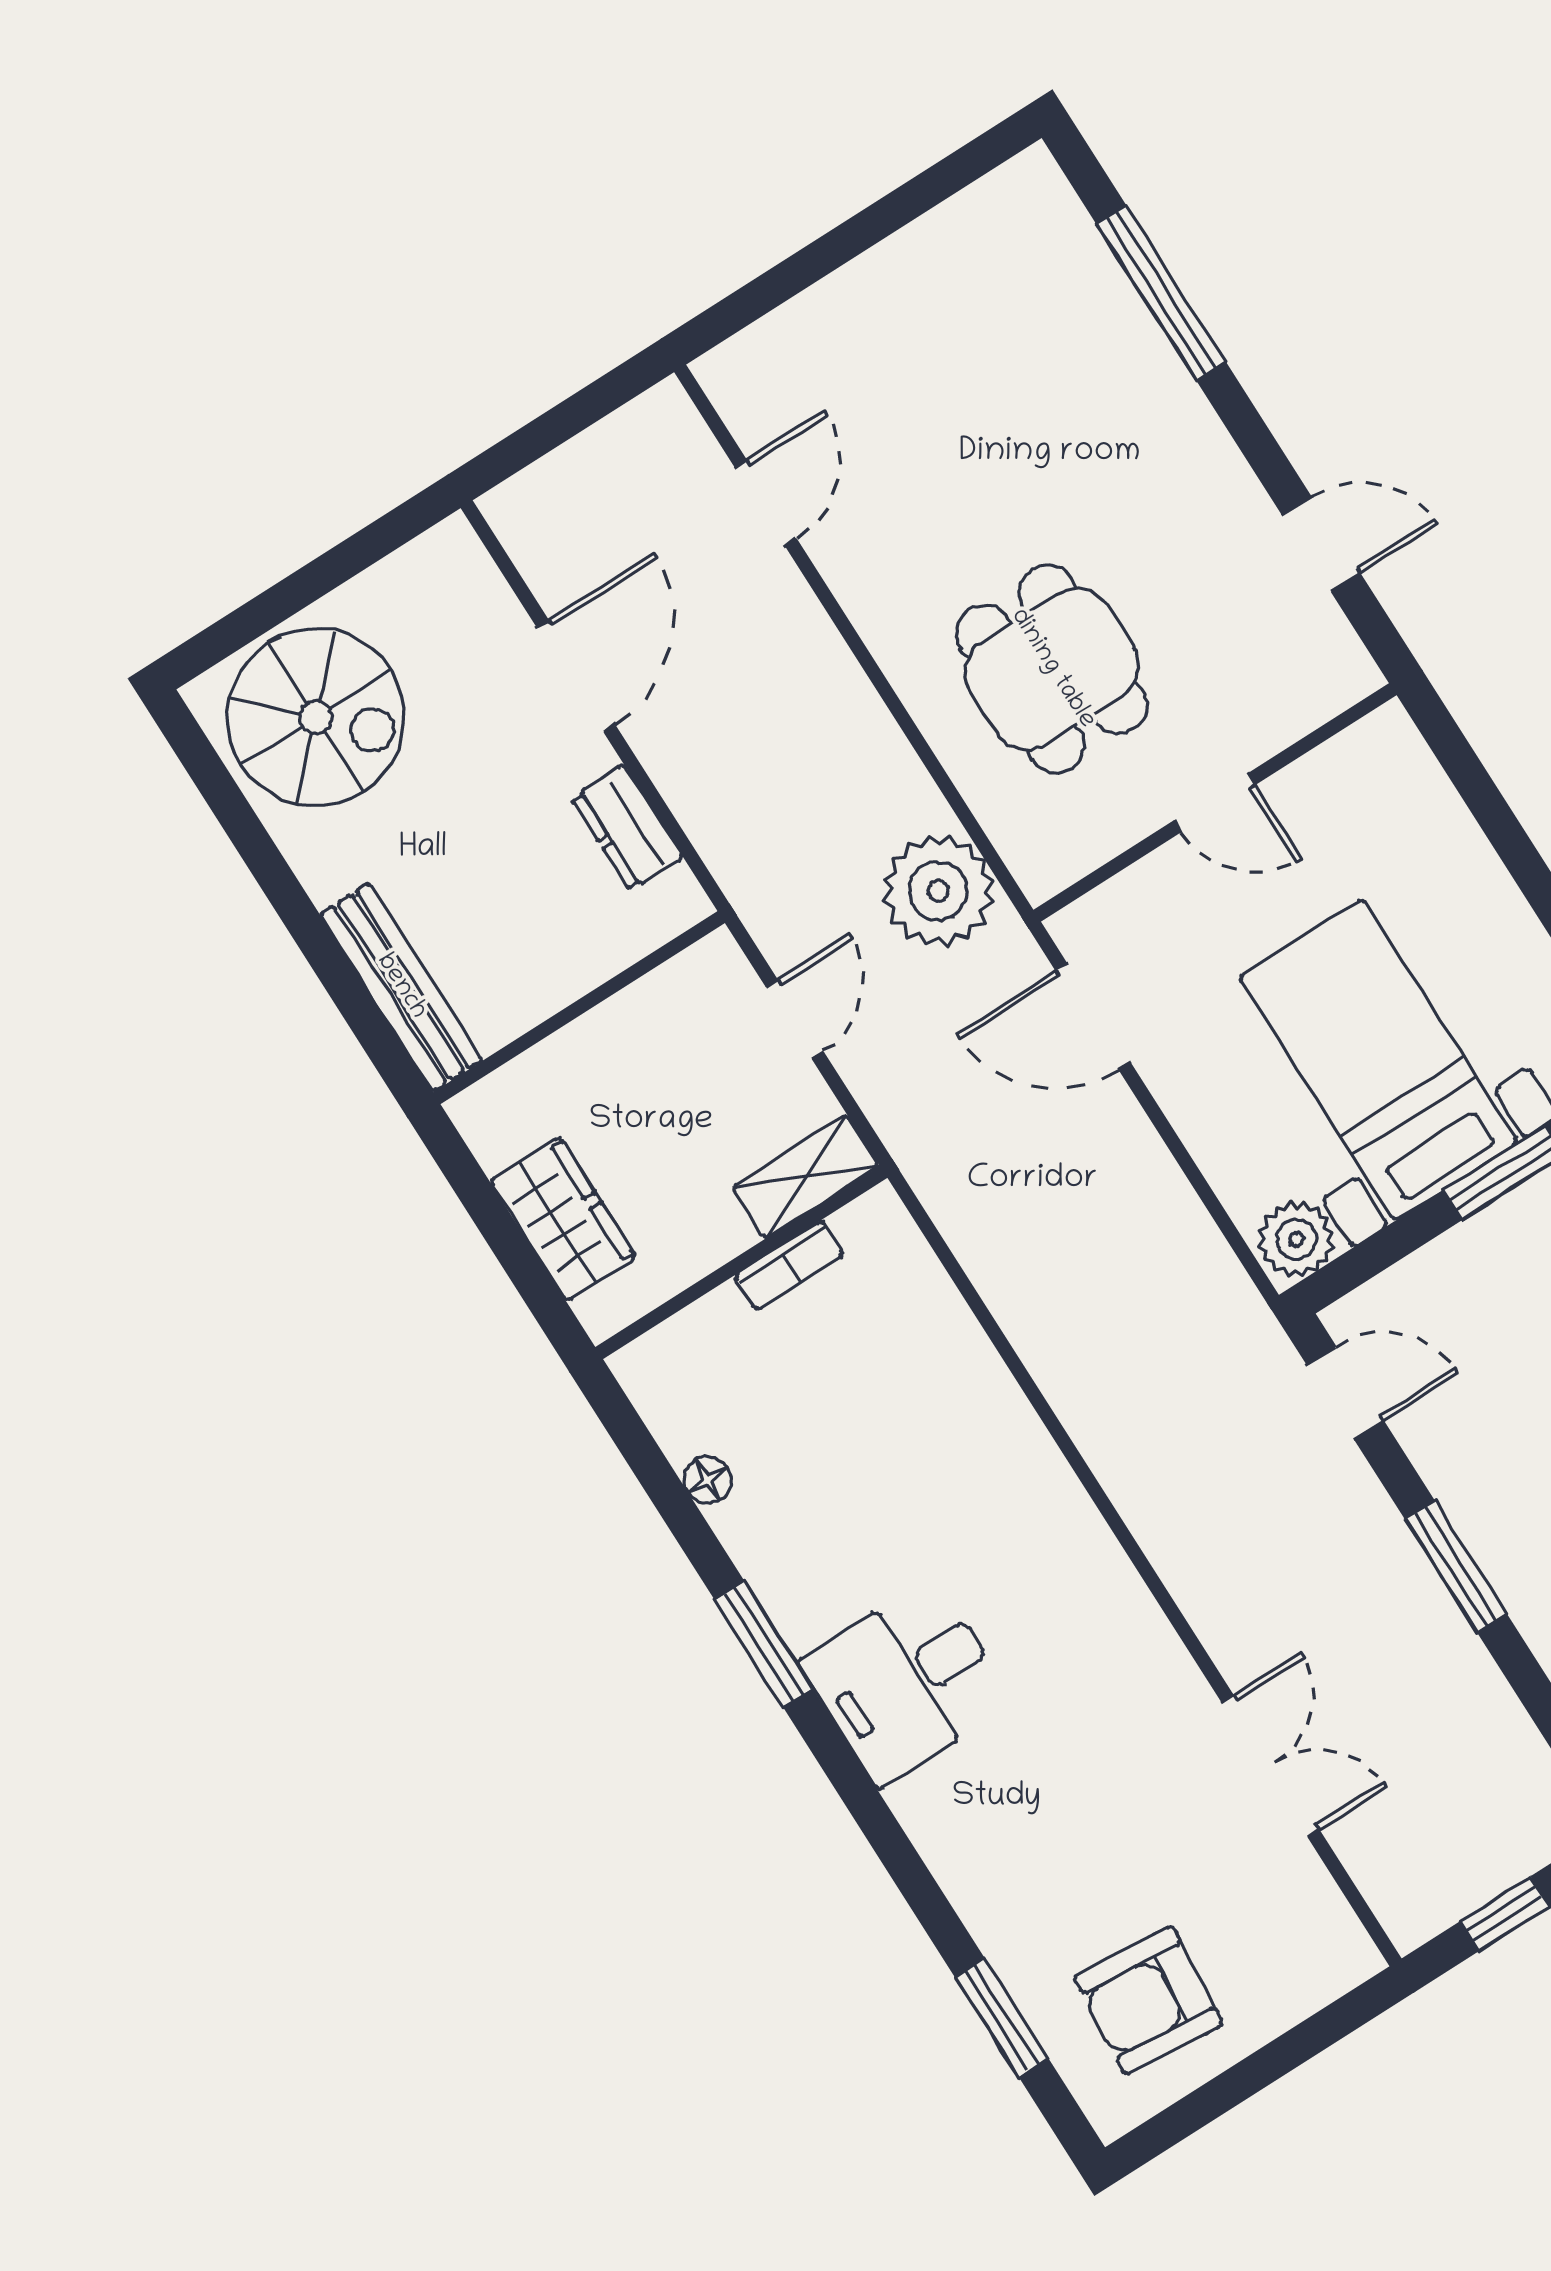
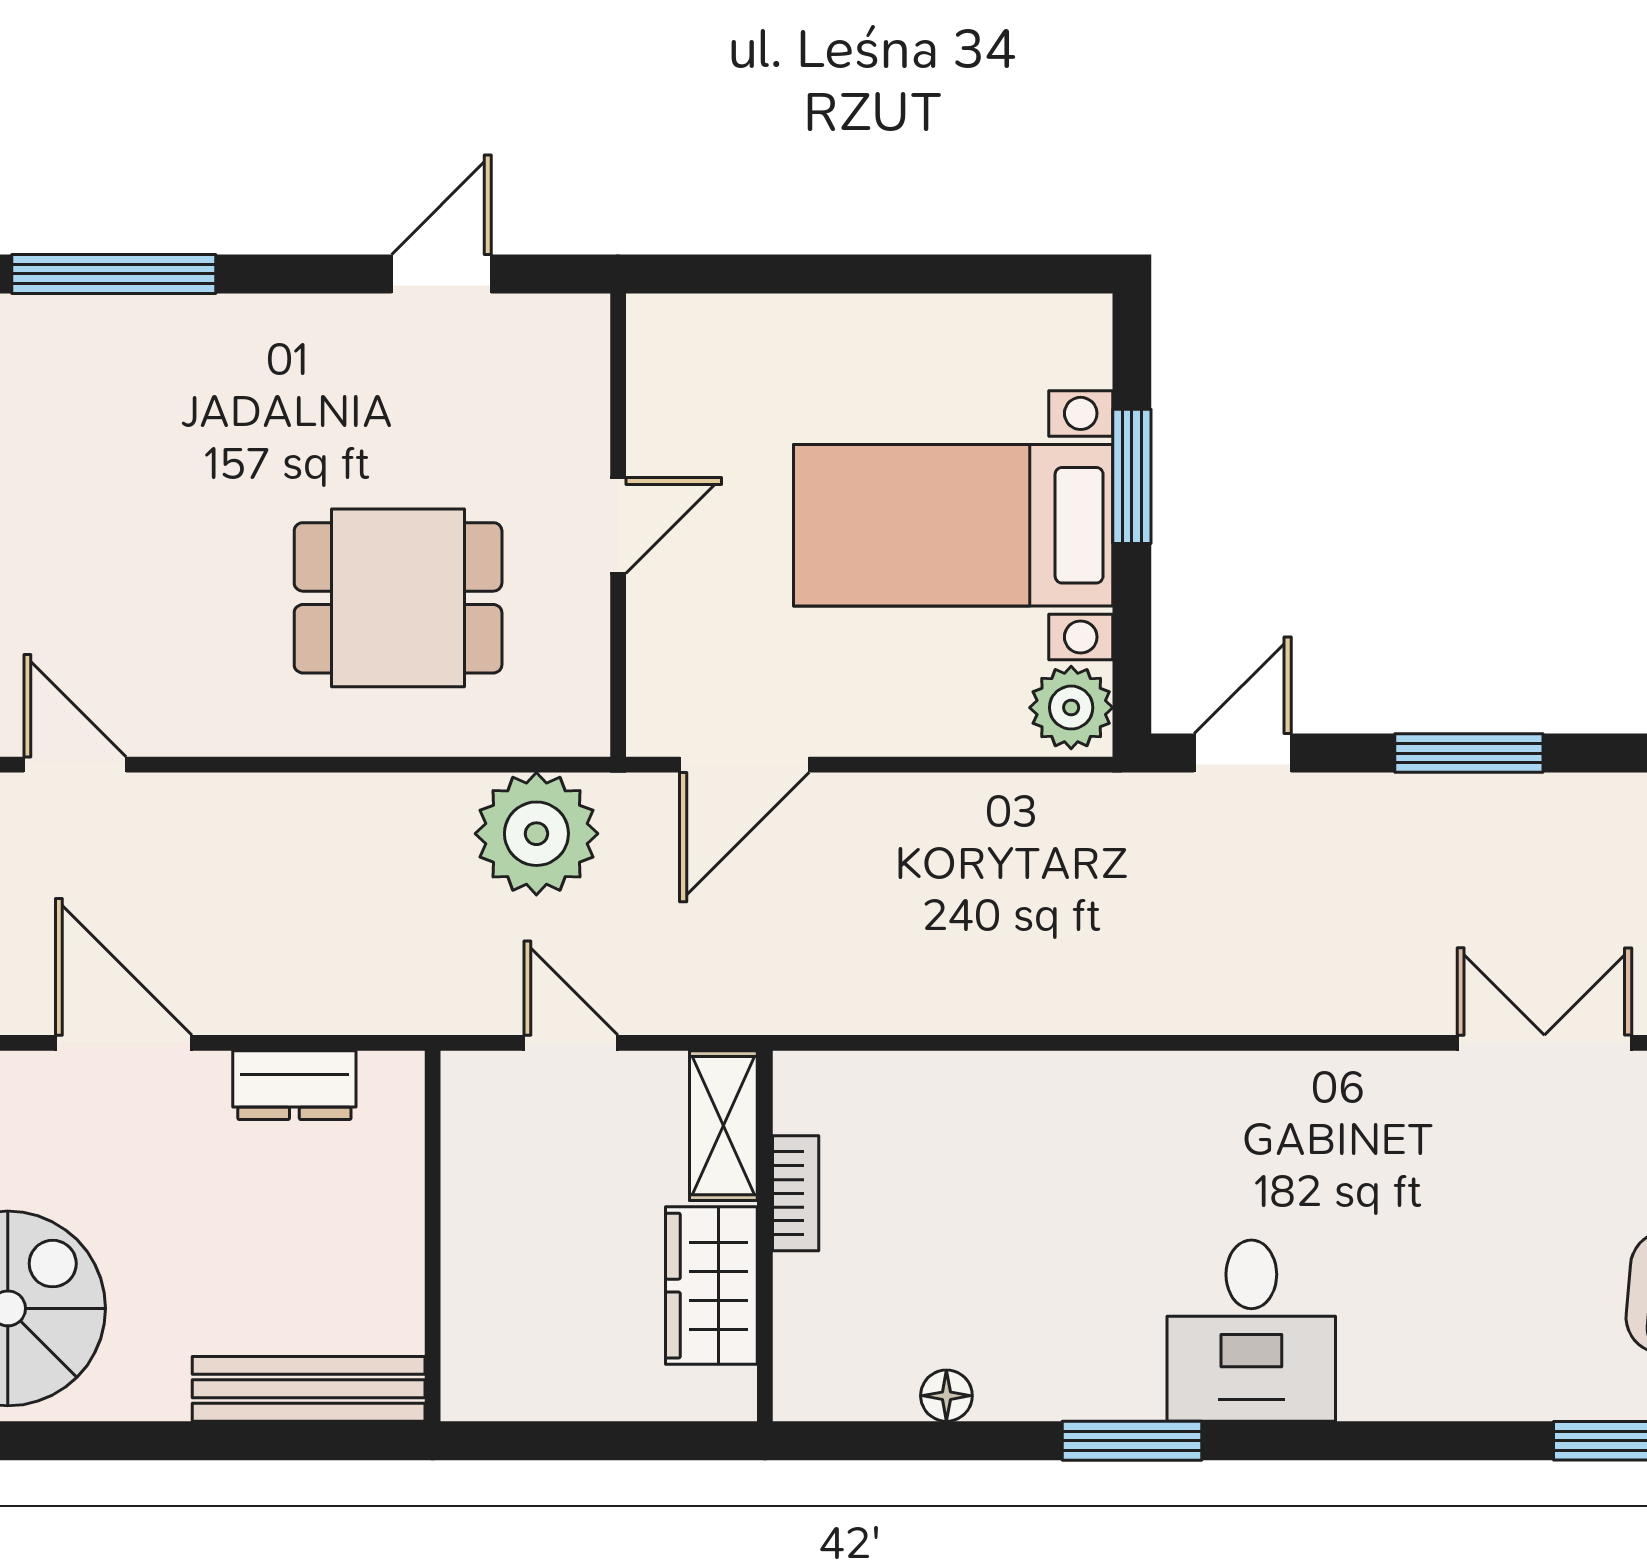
wardrobe: (563, 1219) -> (711, 1286), moved, turned -90

